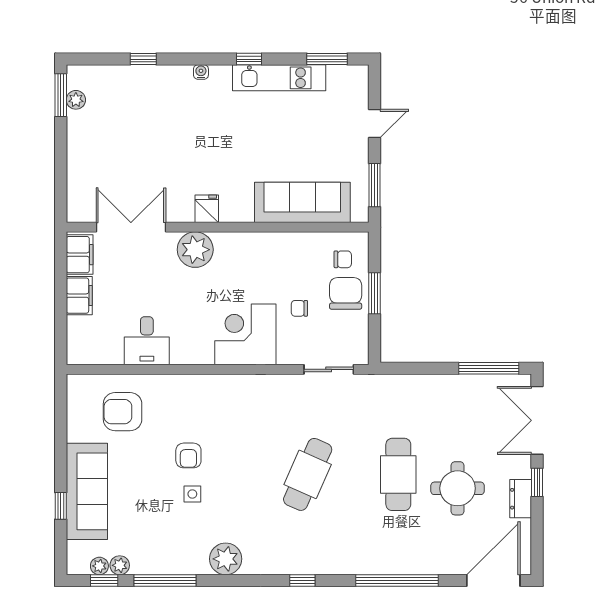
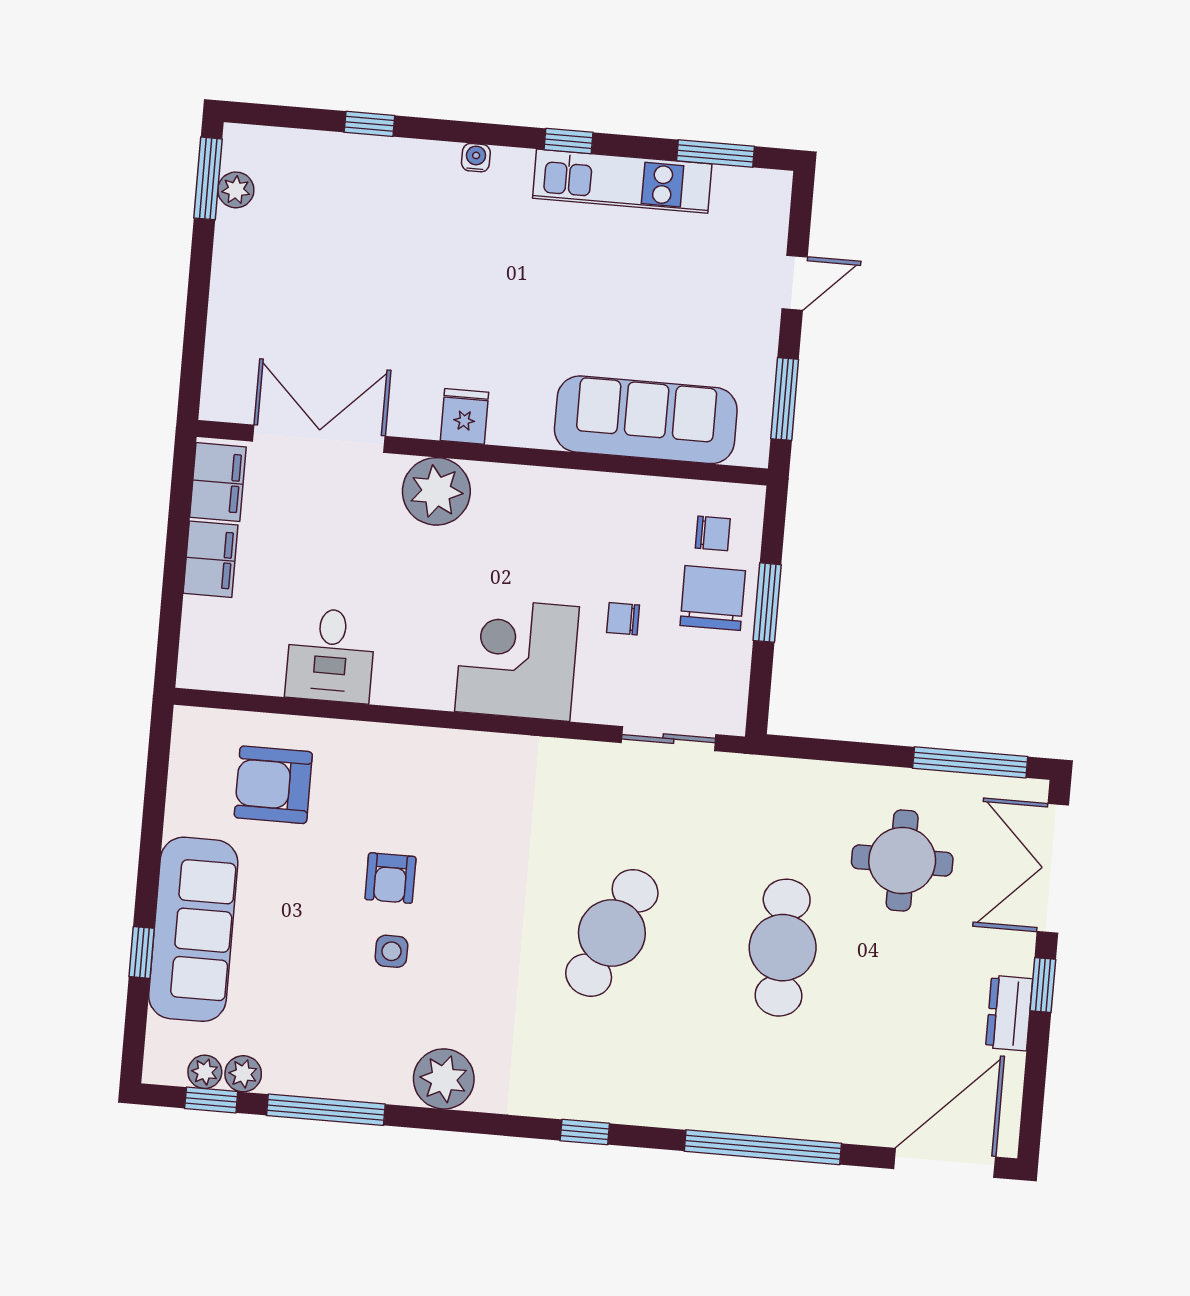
round table: (458, 488) -> (902, 860), moved

